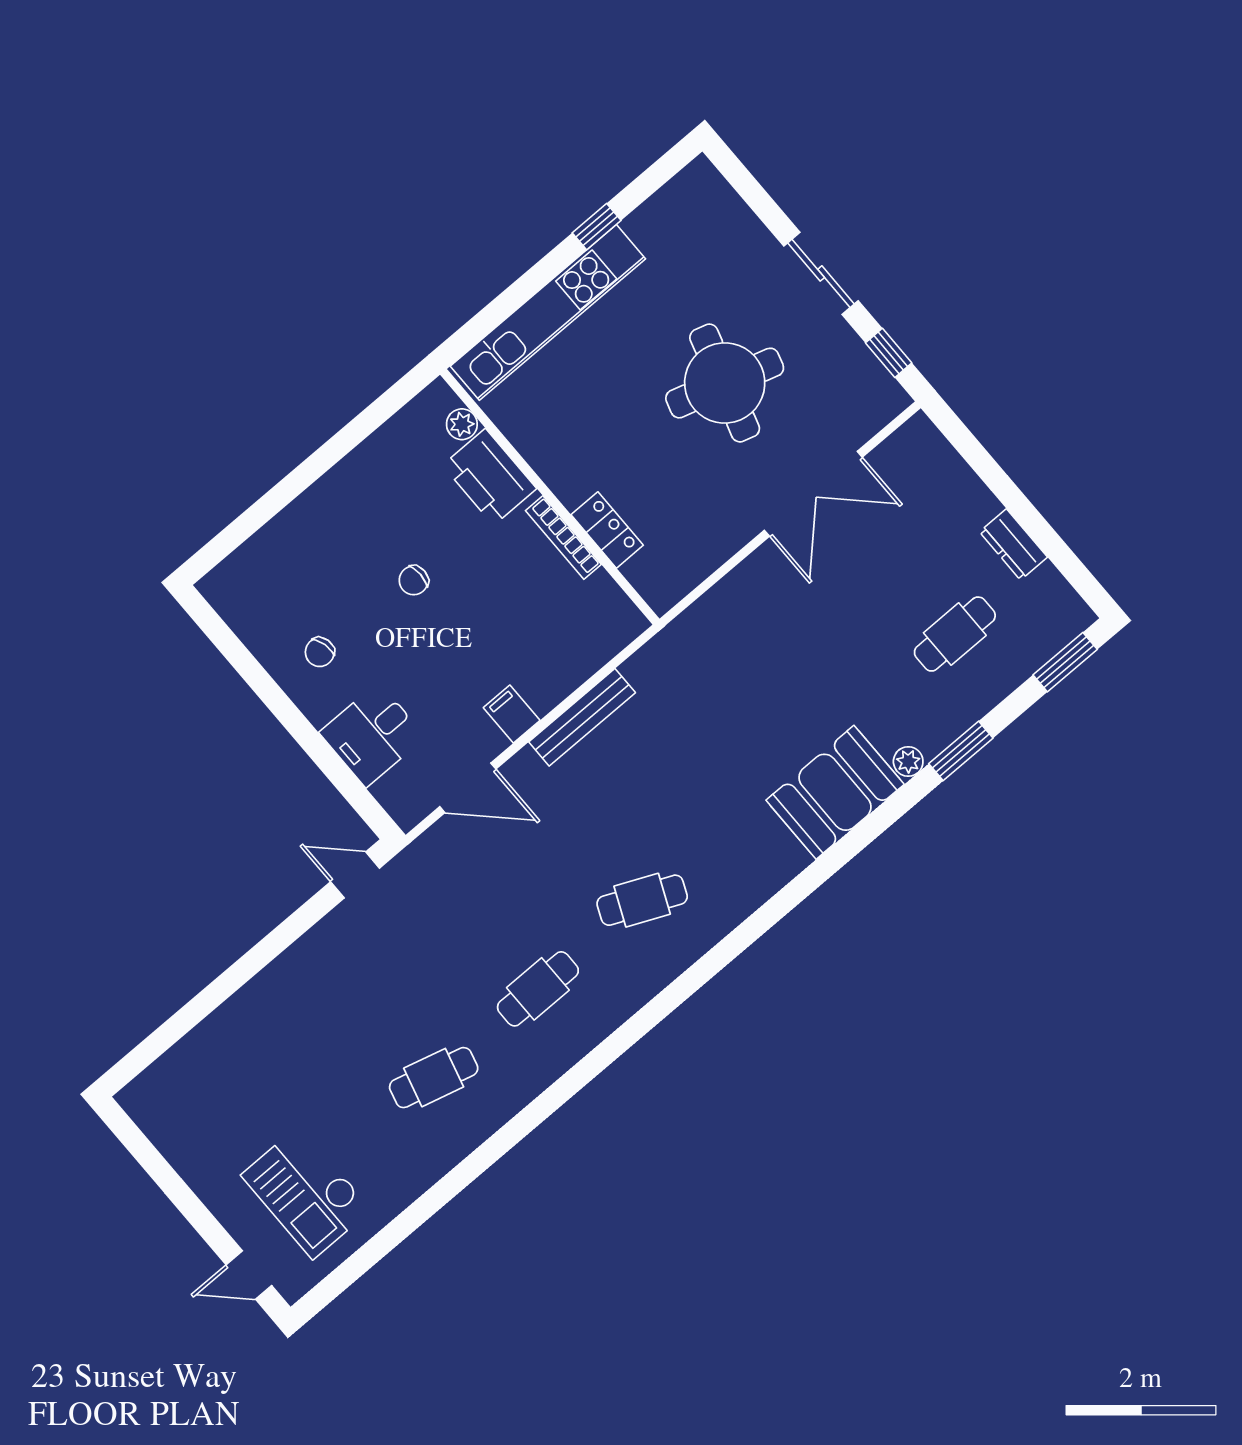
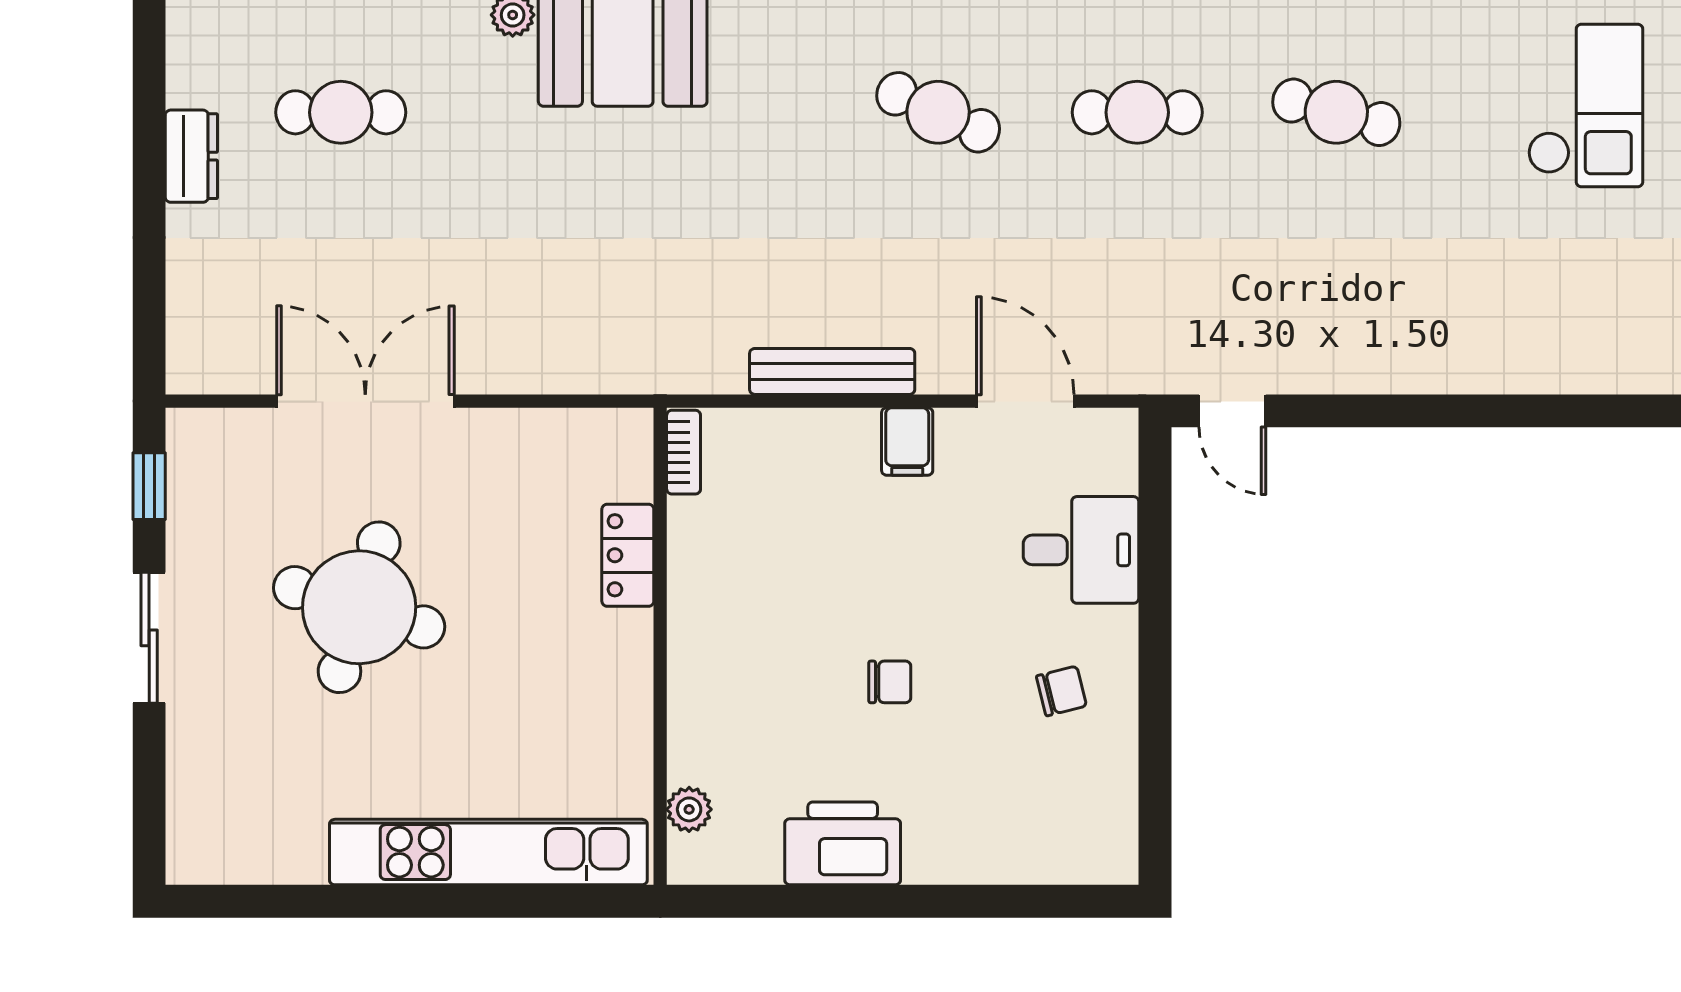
window: (597, 227) -> (354, 901), removed
printer: (489, 477) -> (843, 843), moved, turned -90
bookcase: (563, 538) -> (684, 452), moved, width x0.64

